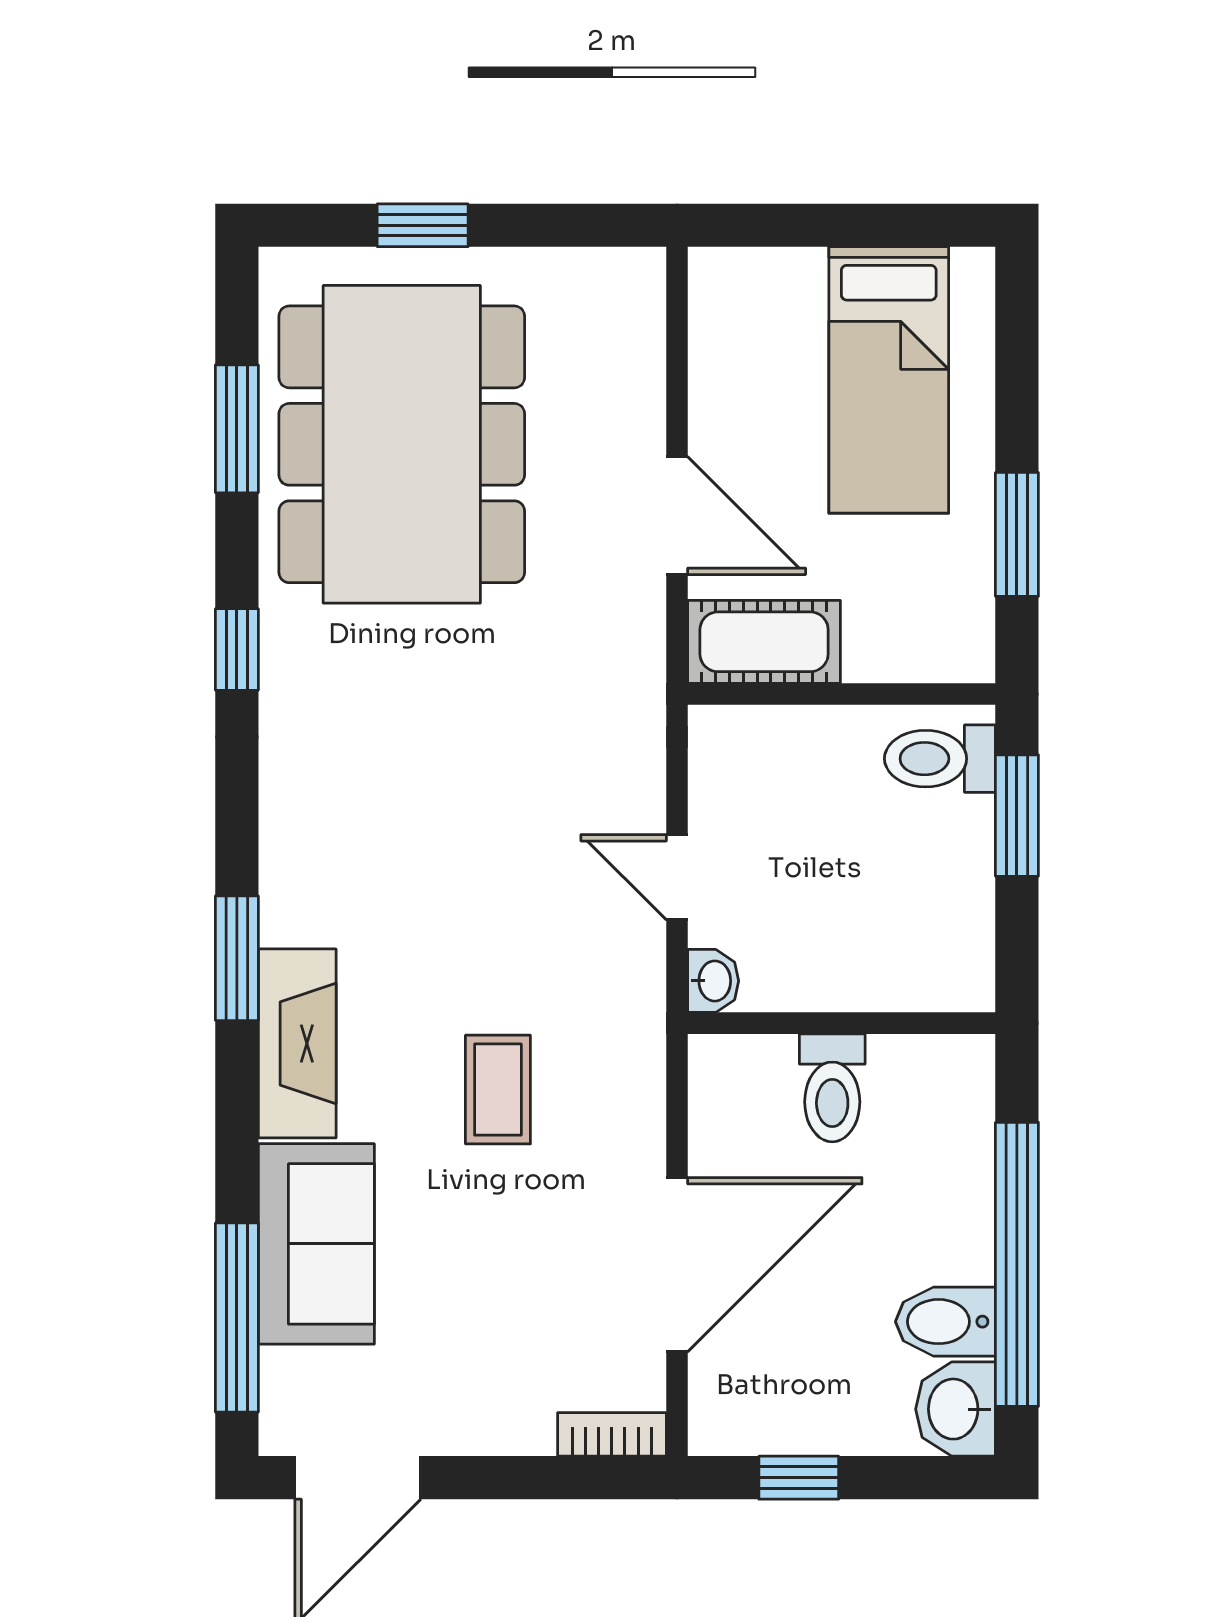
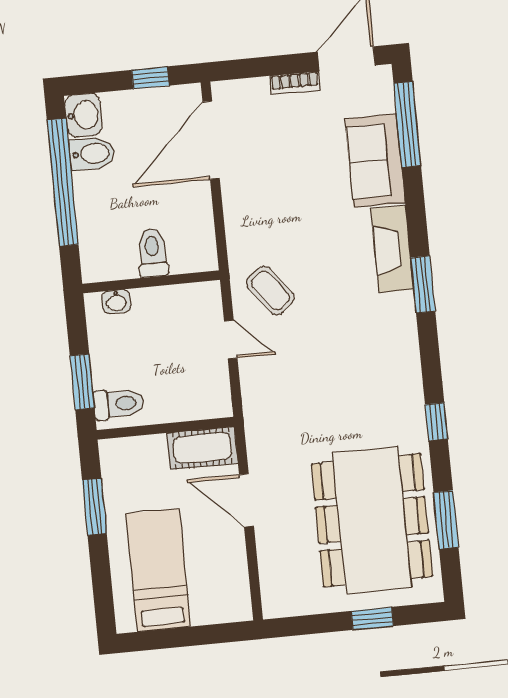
washbasin: (713, 981) -> (116, 301), moved, turned -90
coffee table: (498, 1090) -> (270, 290), moved, turned -38
door: (677, 1265) -> (211, 140), moved
bookcase: (612, 1434) -> (295, 83), moved

